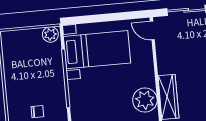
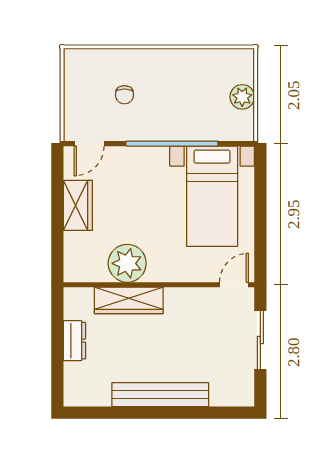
plant: (50, 34) -> (242, 97), moved

